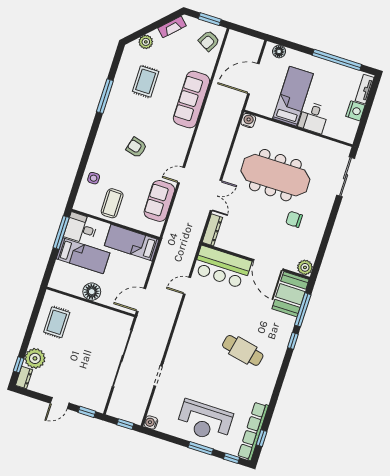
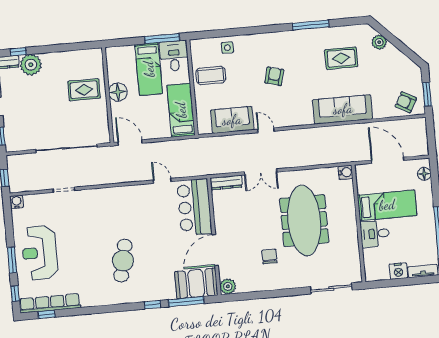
fireplace: (172, 27) -> (404, 61), removed
rug: (57, 322) -> (84, 90), moved

